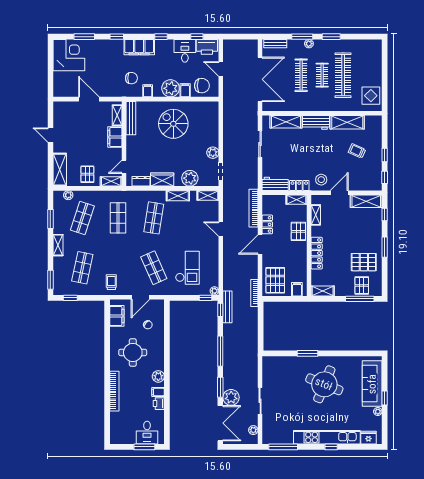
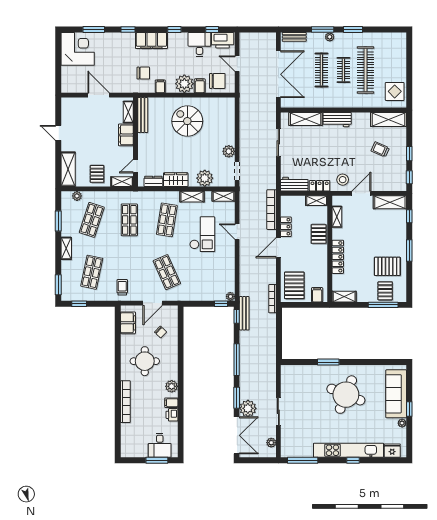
shelving: (347, 122) -> (388, 119), moved
checkout: (187, 268) -> (202, 234), moved

